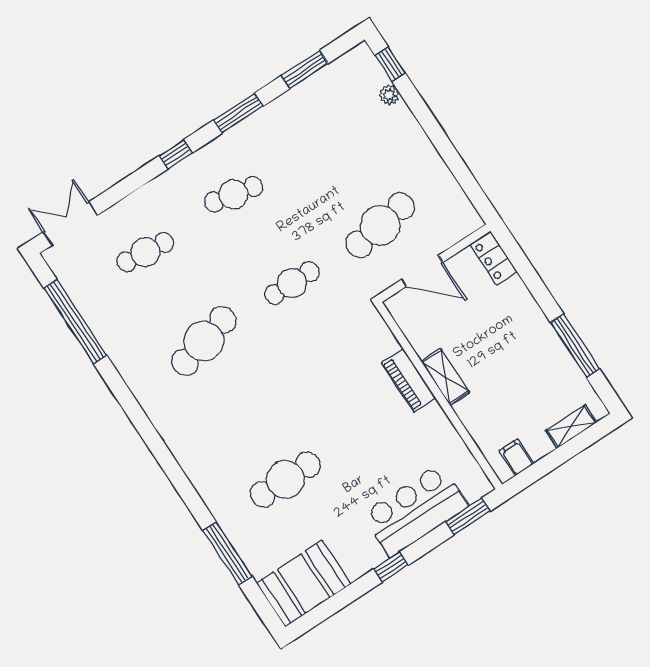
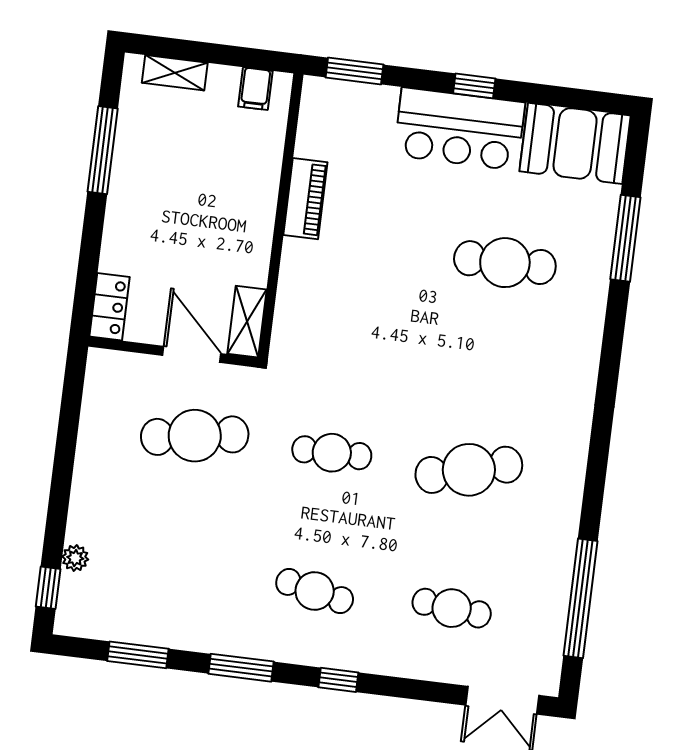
shelving: (445, 377) -> (247, 322), moved
piano: (409, 381) -> (305, 199), moved
bar counter: (415, 510) -> (459, 129), moved

